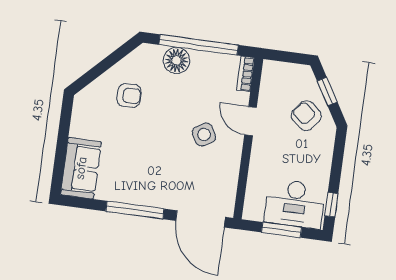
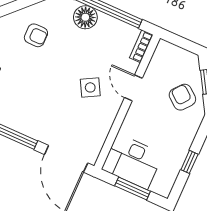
desk: (295, 204) -> (132, 161), moved
window: (331, 205) -> (189, 162), moved

